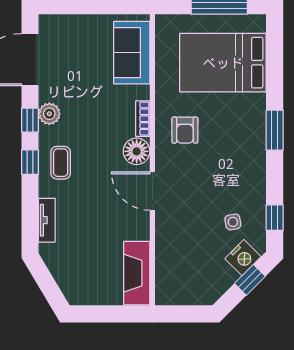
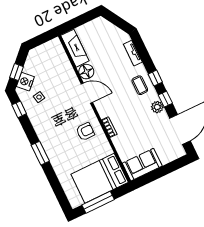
sofa: (132, 53) -> (142, 165), moved, turned -90
bed: (223, 63) -> (100, 178), moved, turned 180
armchair: (185, 130) -> (85, 131), turned 90
floor lamp: (137, 151) -> (86, 72), moved

